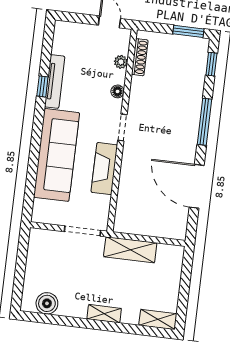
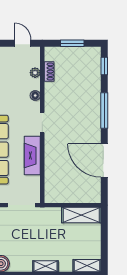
window: (188, 31) -> (72, 43), moved
shoe rack: (140, 57) -> (49, 72), width x0.70
shelving: (130, 250) -> (81, 215), moved

